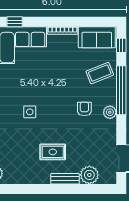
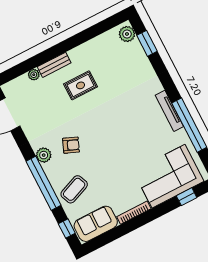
armchair: (84, 109) -> (71, 145), turned -68
side table: (30, 112) -> (124, 114), removed
plant: (89, 175) -> (34, 75), width x0.53, depth x0.53

